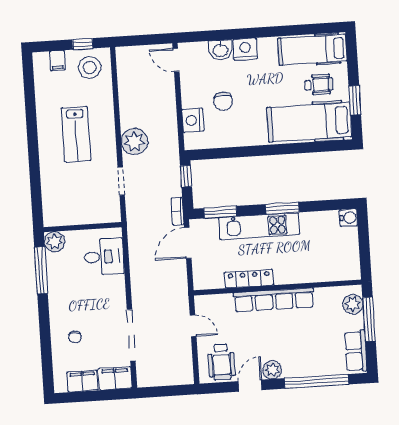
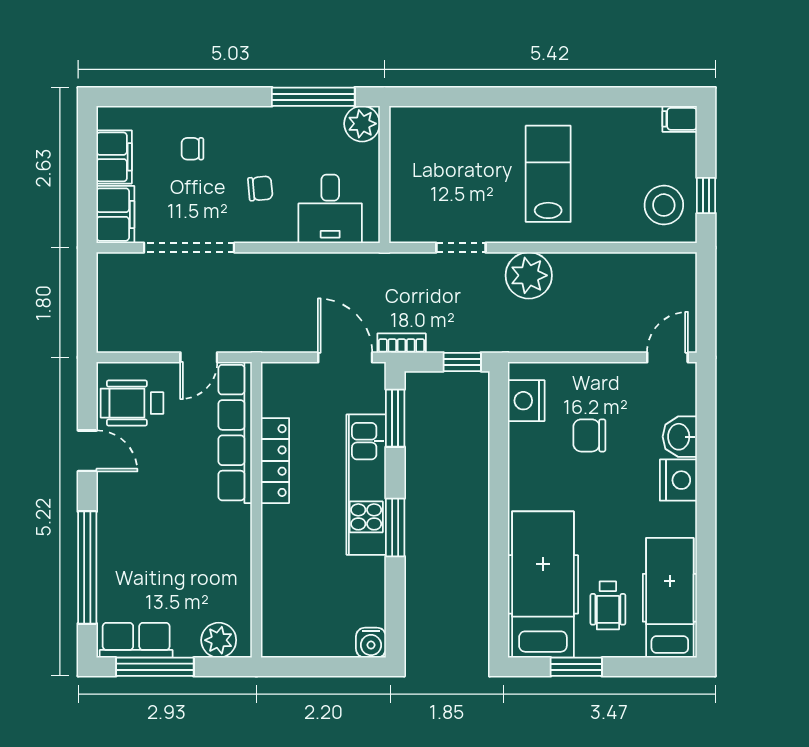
filing cabinet: (57, 61) -> (680, 119), moved
nightstand: (193, 120) -> (526, 401), moved, turned -90
lab bench: (76, 134) -> (548, 174), turned 90
chair: (95, 297) -> (260, 188), added
row of seats: (274, 300) -> (235, 433), moved
window: (369, 319) -> (155, 667), moved
plant: (272, 370) -> (112, 491), removed

